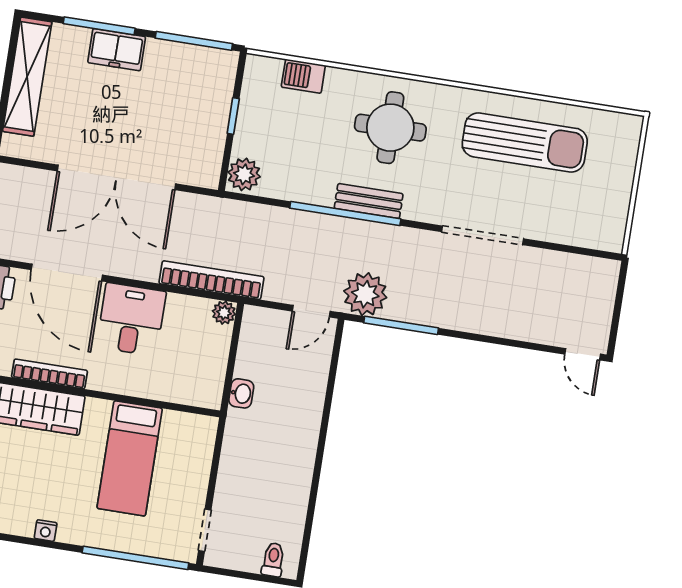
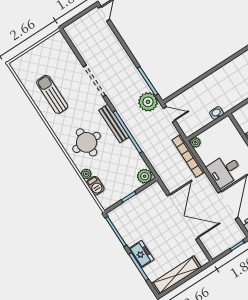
plant: (337, 79) -> (86, 174), added
sun lounger: (525, 143) -> (52, 94), width x0.73, depth x0.75
bench: (369, 201) -> (114, 124), width x1.36

